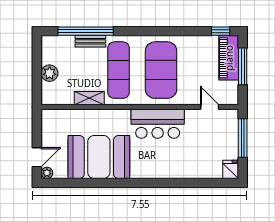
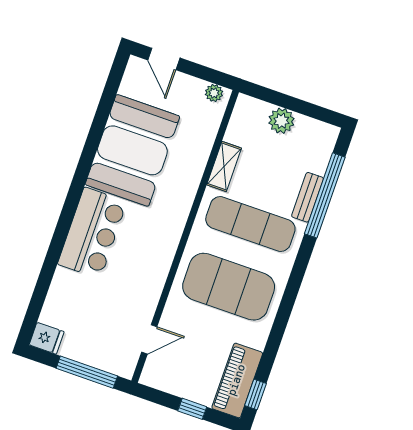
piano: (229, 58) -> (237, 380), moved, turned -90
window: (243, 66) -> (192, 409), width x0.46
bar counter: (158, 124) -> (92, 233), moved, turned 180
plant: (47, 173) -> (214, 93), moved

